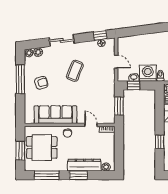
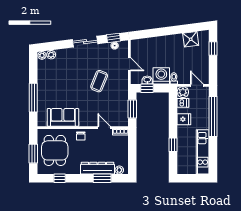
sliding door: (62, 40) -> (85, 42), moved
coffee table: (75, 71) -> (99, 81), moved
window: (20, 79) -> (33, 98), moved
armchair: (41, 83) -> (54, 86), removed
sofa: (55, 115) -> (63, 117), width x0.73
dining table: (42, 148) -> (55, 150), turned 90
window: (47, 175) -> (60, 178), width x0.46
window: (78, 175) -> (102, 178), moved

